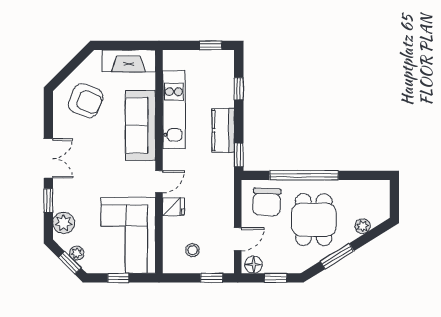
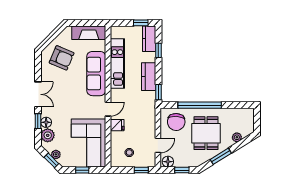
kitchen counter: (224, 70) -> (149, 39), added
floor lamp: (61, 202) -> (46, 122), added

